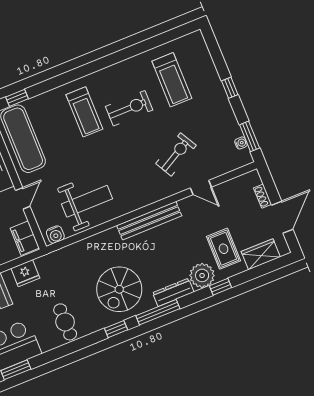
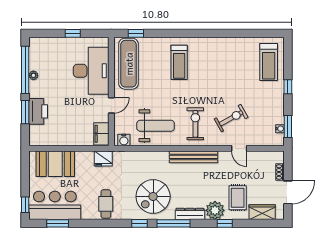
treadmill: (172, 80) -> (269, 62), moved
exercise bike: (129, 108) -> (195, 124), moved, turned -90
fridge: (25, 273) -> (103, 159), moved

